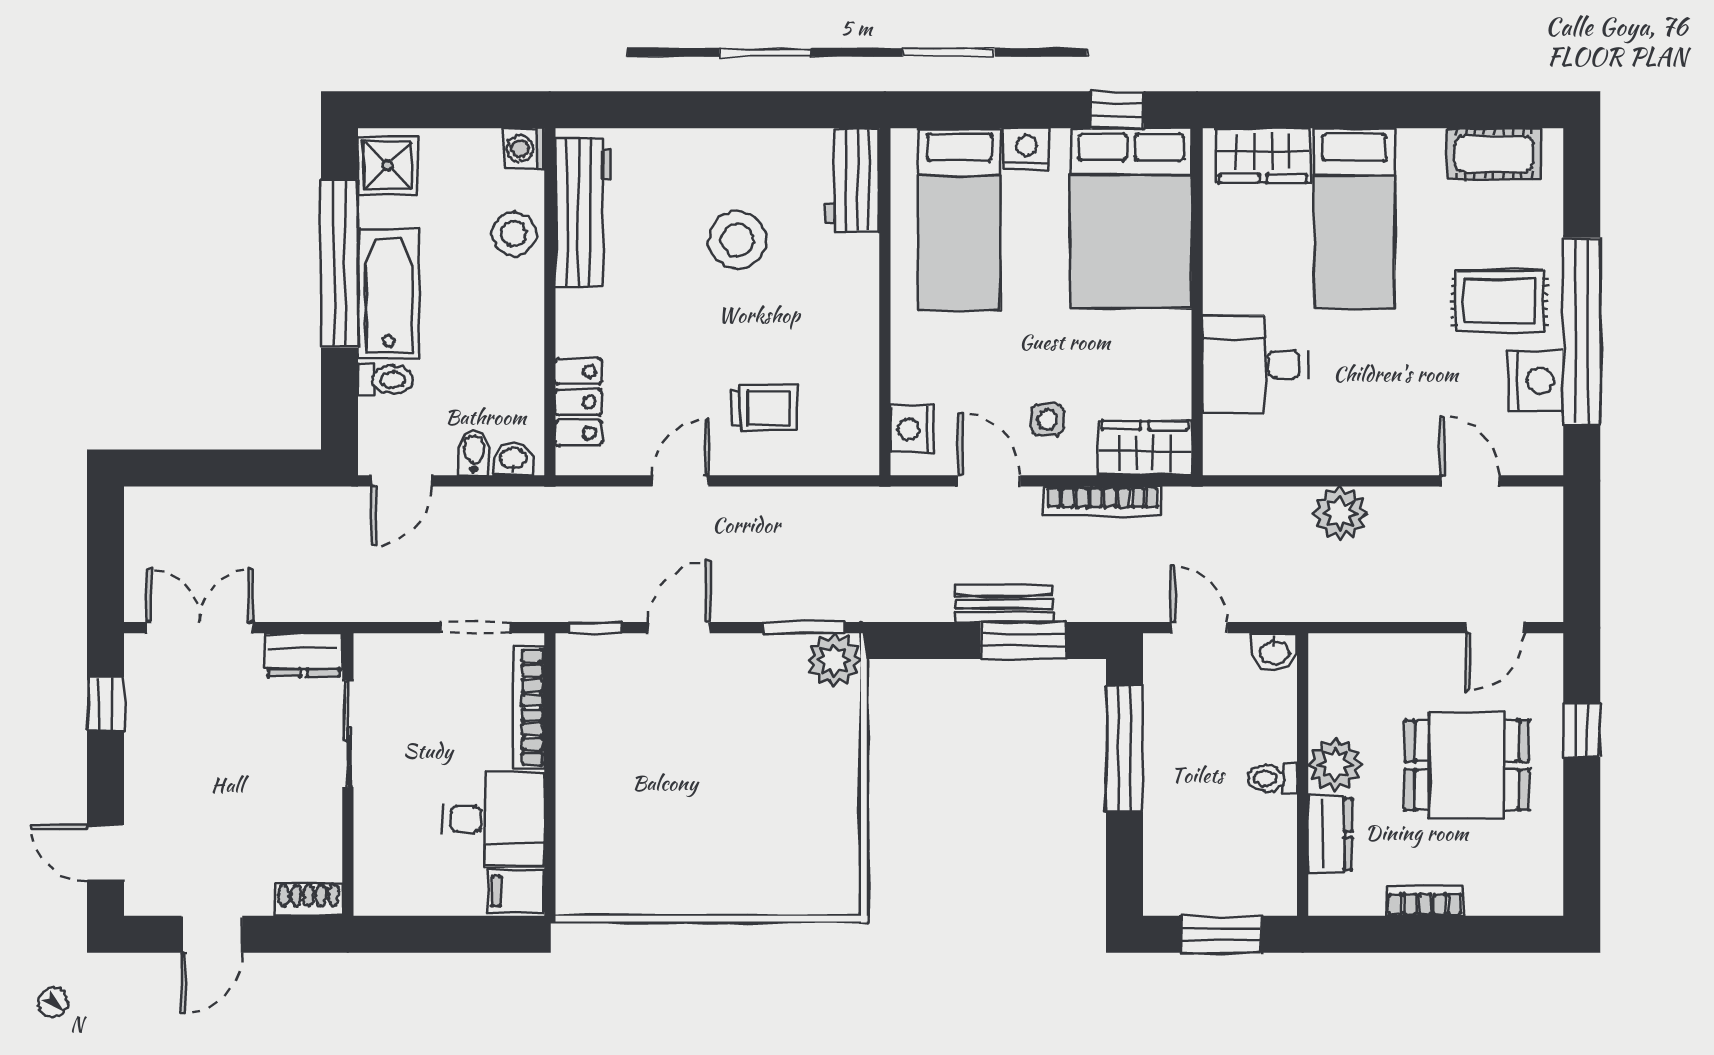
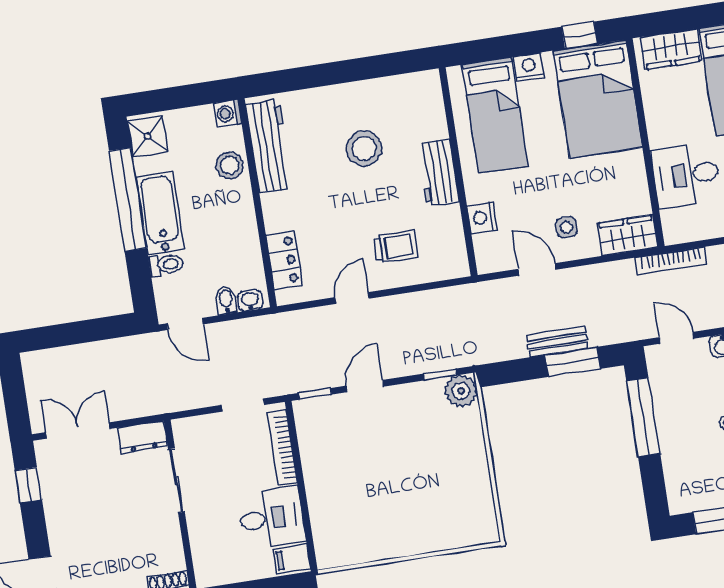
workbench: (853, 180) -> (438, 172), moved
nightstand: (912, 429) -> (482, 218), moved
door: (401, 481) -> (185, 324), hinge flipped
bookcase: (1103, 501) -> (671, 261), moved
window: (804, 628) -> (440, 374), width x0.67

